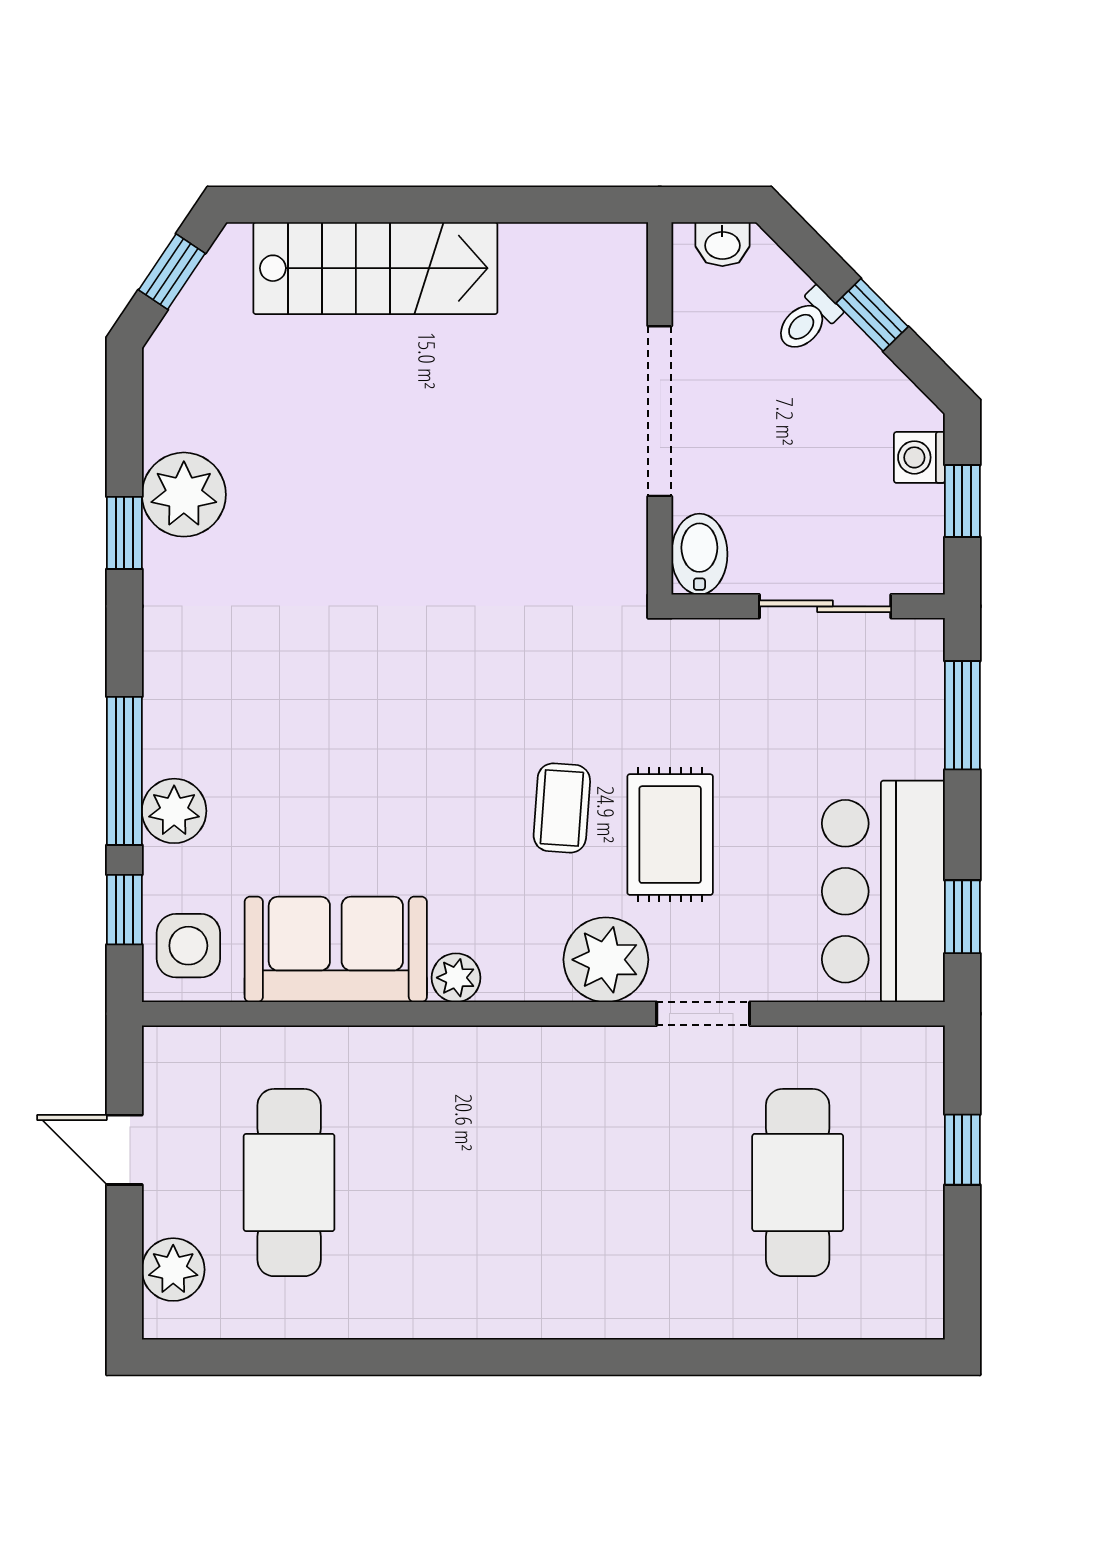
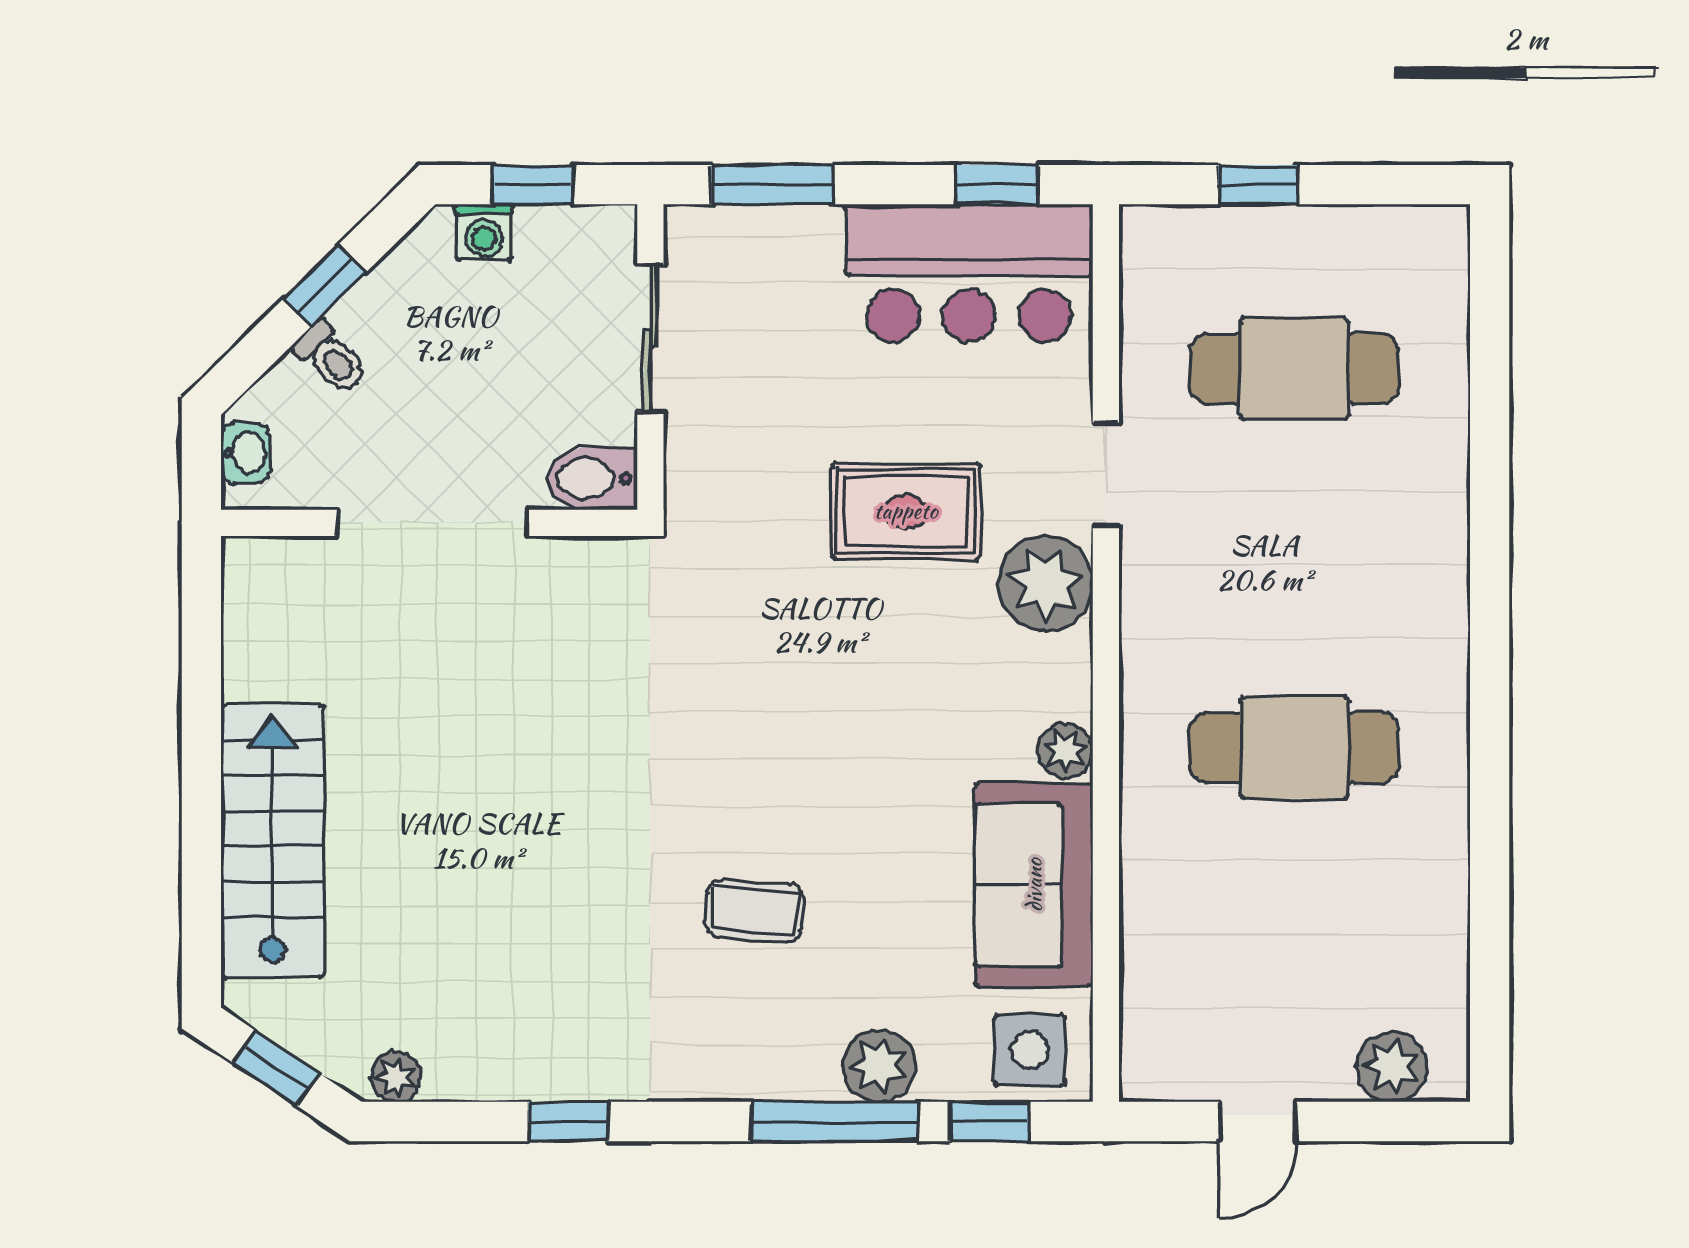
plant: (184, 495) -> (396, 1077), moved, width x0.53, depth x0.53
coffee table: (562, 808) -> (754, 911), moved
cafe table: (289, 1183) -> (1294, 748), moved

